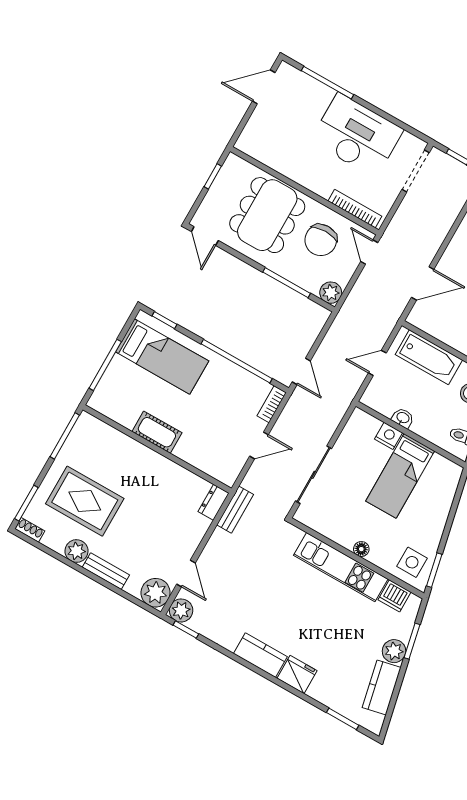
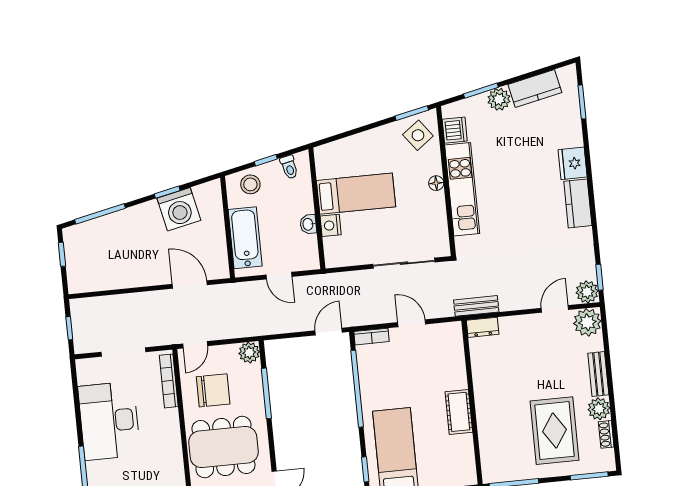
doorway: (416, 171) -> (123, 352), moved
shoe rack: (30, 530) -> (606, 434), moved
side table: (412, 562) -> (418, 135), turned -37

